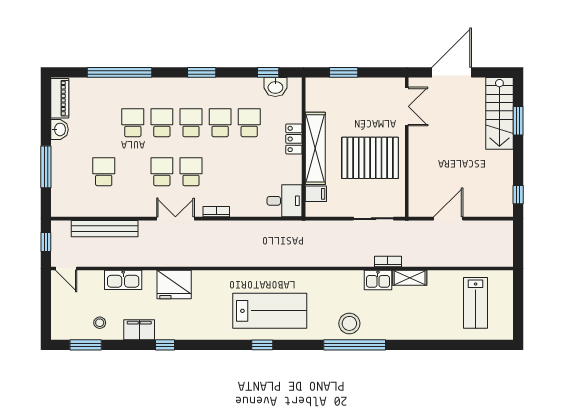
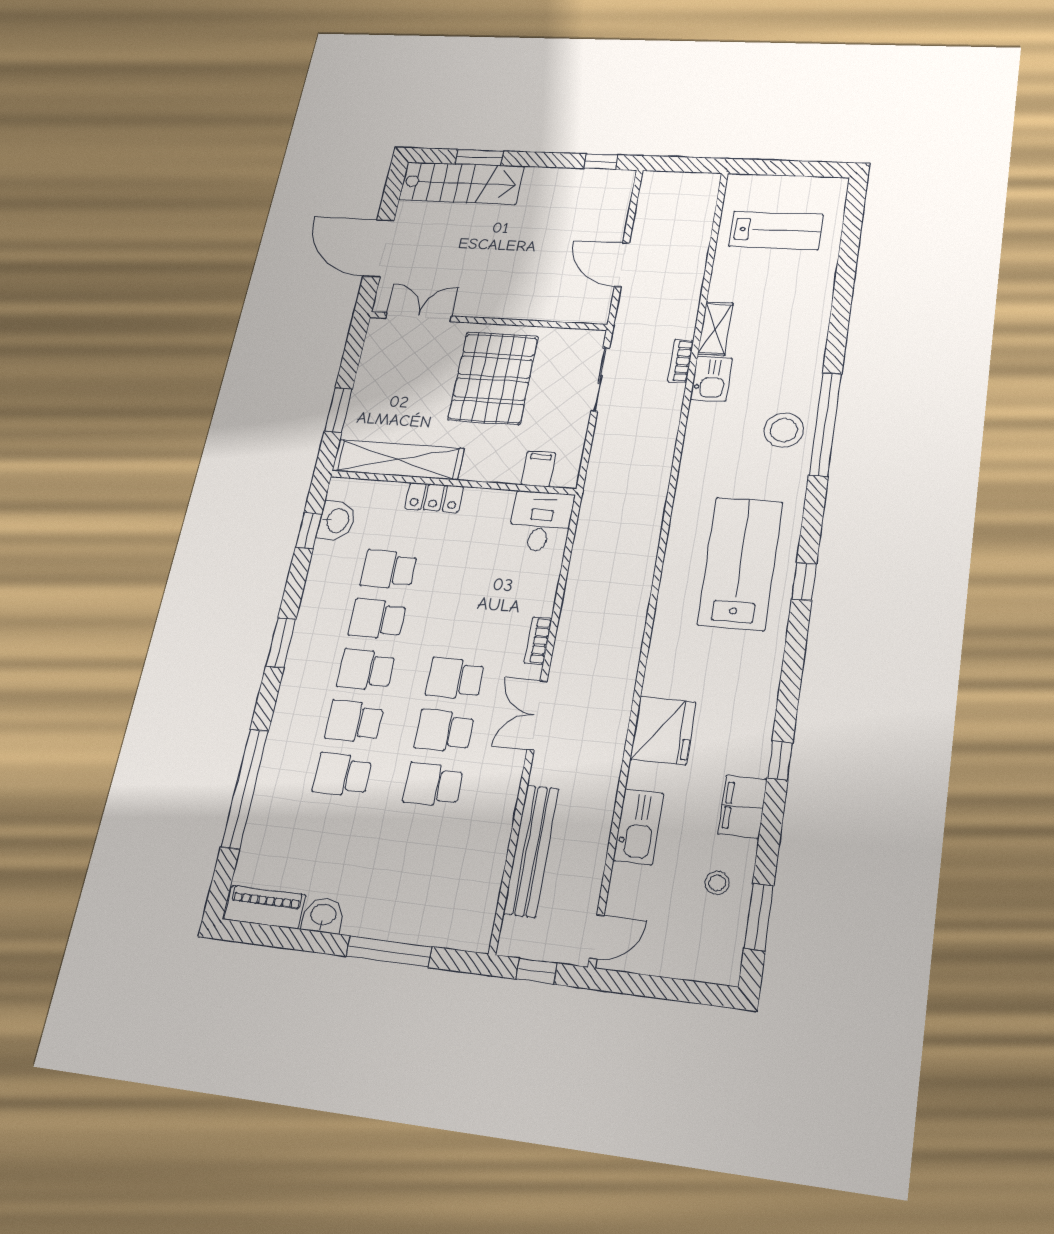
shelving: (315, 148) -> (398, 460), moved
school desk: (104, 172) -> (433, 785), moved

